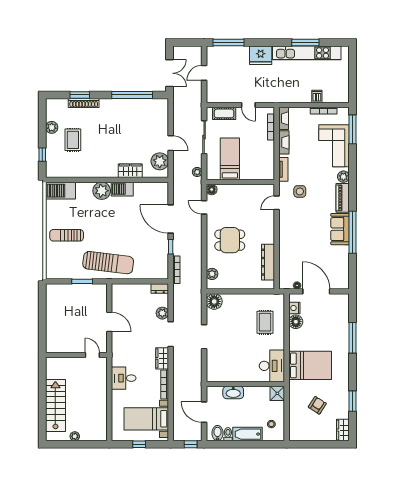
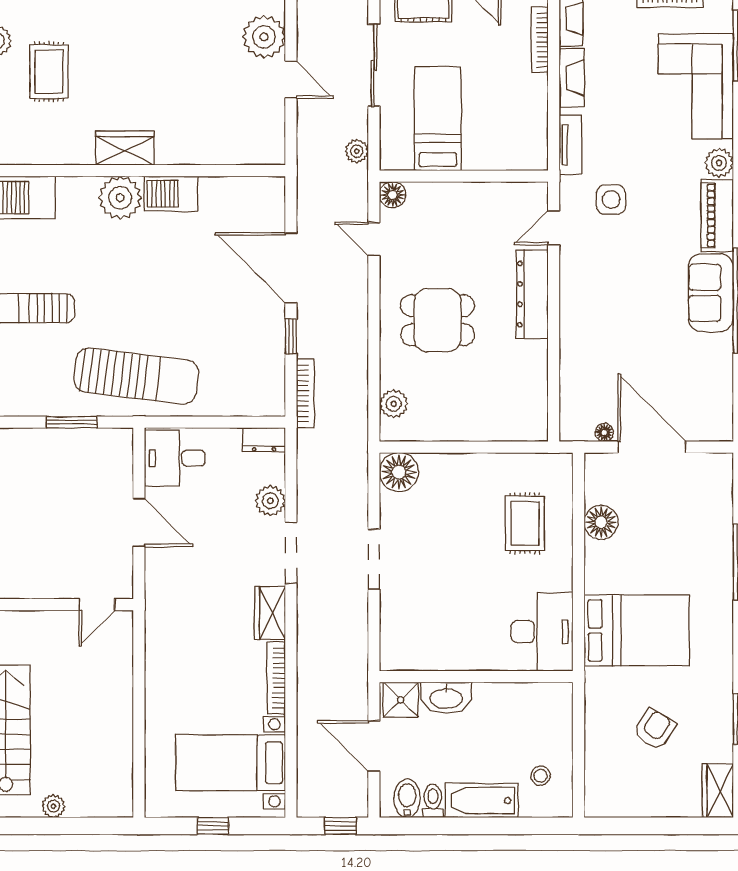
plant: (160, 161) -> (264, 37), moved
wardrobe: (130, 171) -> (125, 148), moved
dresser: (268, 262) -> (532, 294), moved
nightstand: (294, 308) -> (598, 488), removed
door: (92, 355) -> (97, 605), swing flipped
desk: (124, 378) -> (175, 458), moved
shower: (277, 393) -> (401, 700), moved

